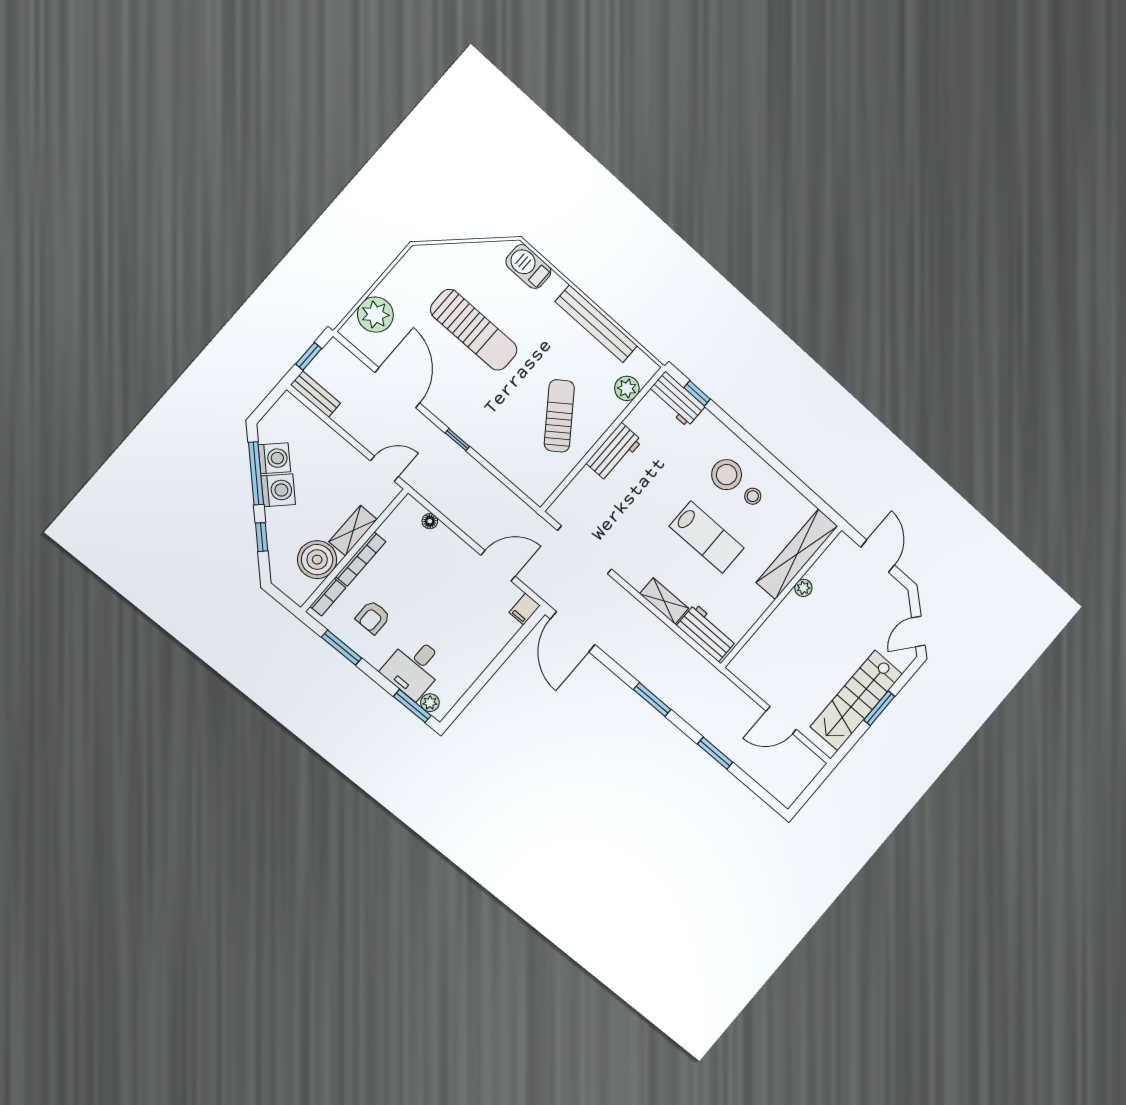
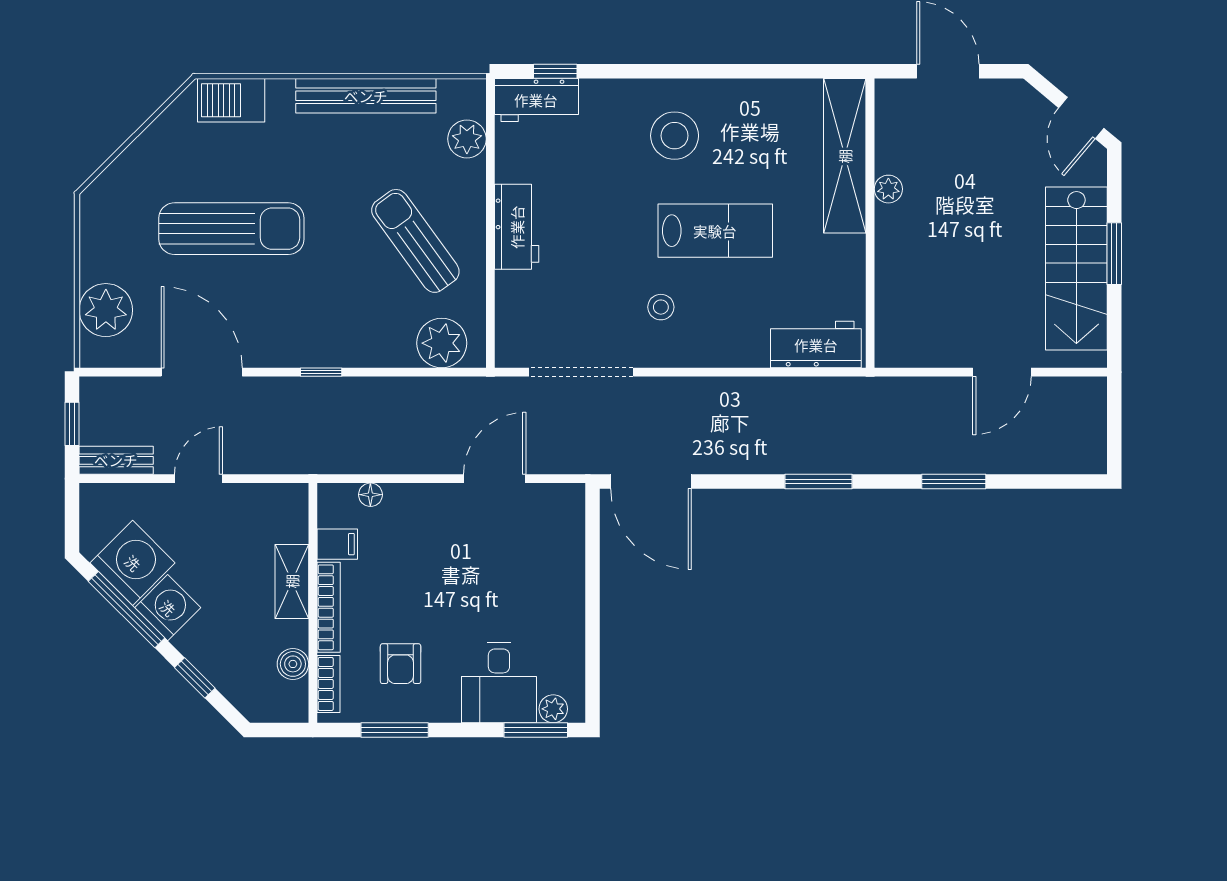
washing machine: (274, 458) -> (133, 563), width x1.37, depth x1.37
door: (384, 469) -> (199, 479), moved
plant: (529, 477) -> (442, 343), added
stool: (753, 496) -> (661, 307), moved
boiler: (317, 560) -> (293, 664), width x0.54, depth x0.54
shelving: (664, 601) -> (730, 351), removed
filing cabinet: (525, 609) -> (337, 544), moved, turned -90

